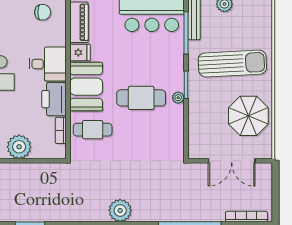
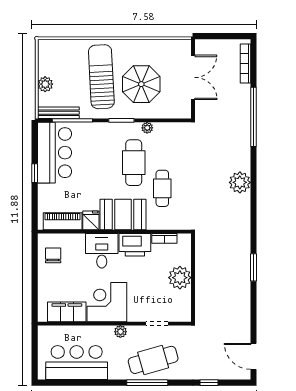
plant: (178, 98) -> (147, 128), moved
parasol: (248, 116) -> (141, 84), moved
cafe table: (93, 130) -> (162, 188), moved

